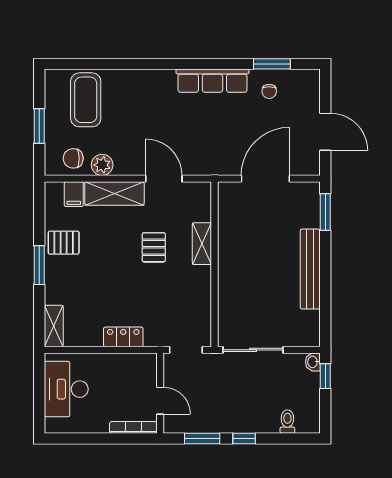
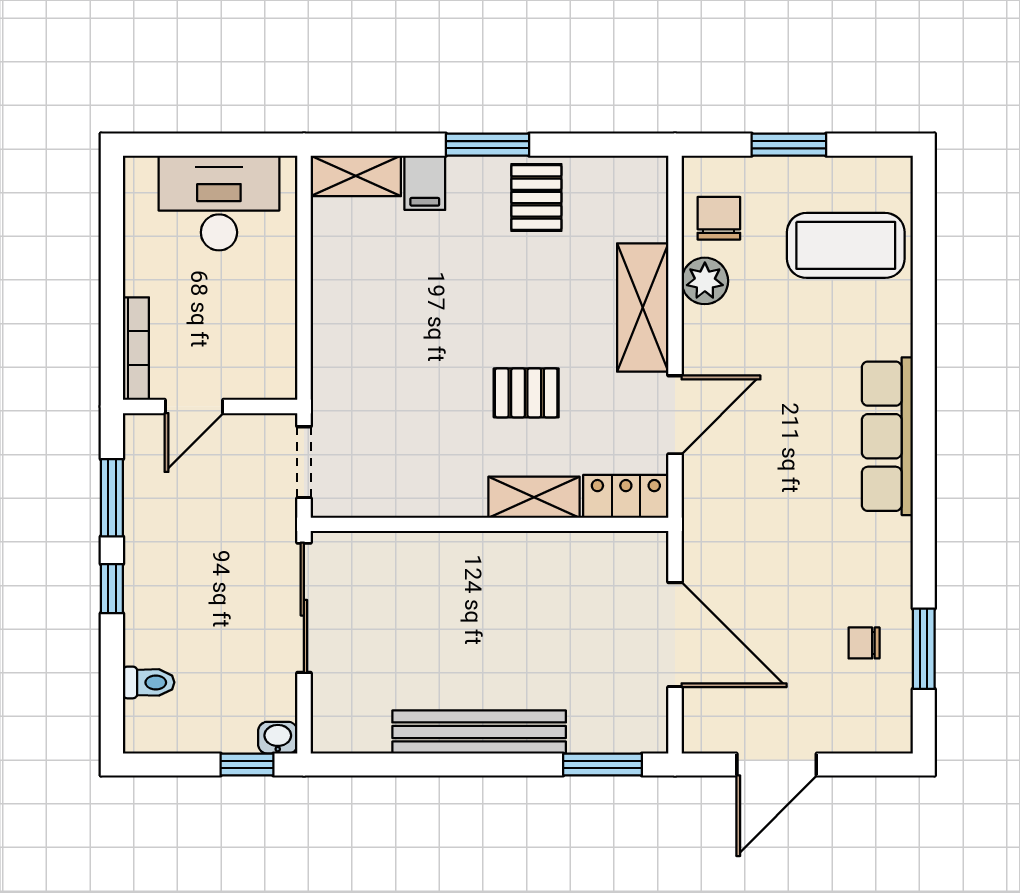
row of seats: (212, 81) -> (887, 436), moved
filing cabinet: (74, 194) -> (425, 183), moved, turned -90
locker: (123, 337) -> (626, 496), moved, turned -90

